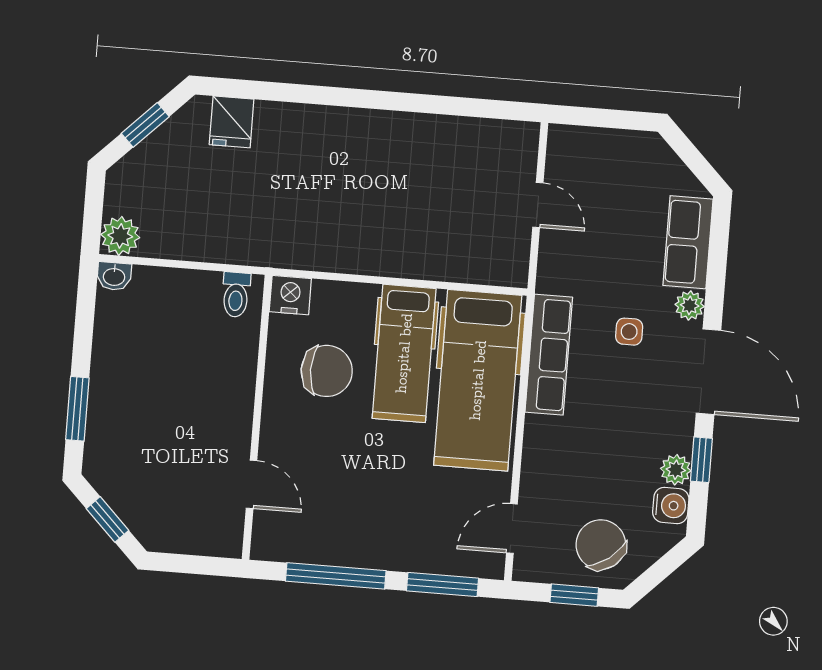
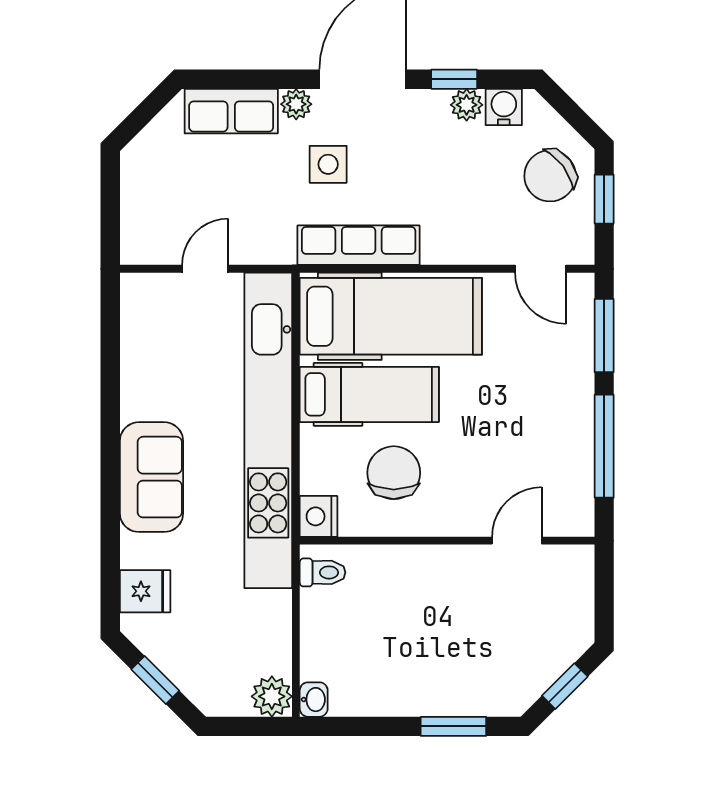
sofa: (341, 137) -> (152, 477), added
kitchen unit: (377, 253) -> (268, 430), added
side table: (629, 332) -> (328, 164), width x1.37, depth x1.37

